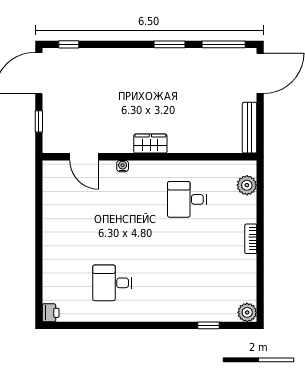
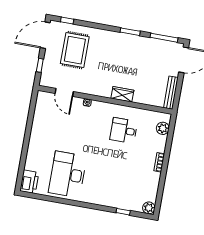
rug: (89, 88) -> (75, 50), added
wardrobe: (150, 144) -> (122, 94), moved
desk: (112, 283) -> (68, 174), width x1.87, depth x1.30
printer: (51, 313) -> (29, 182), width x1.87, depth x1.48

